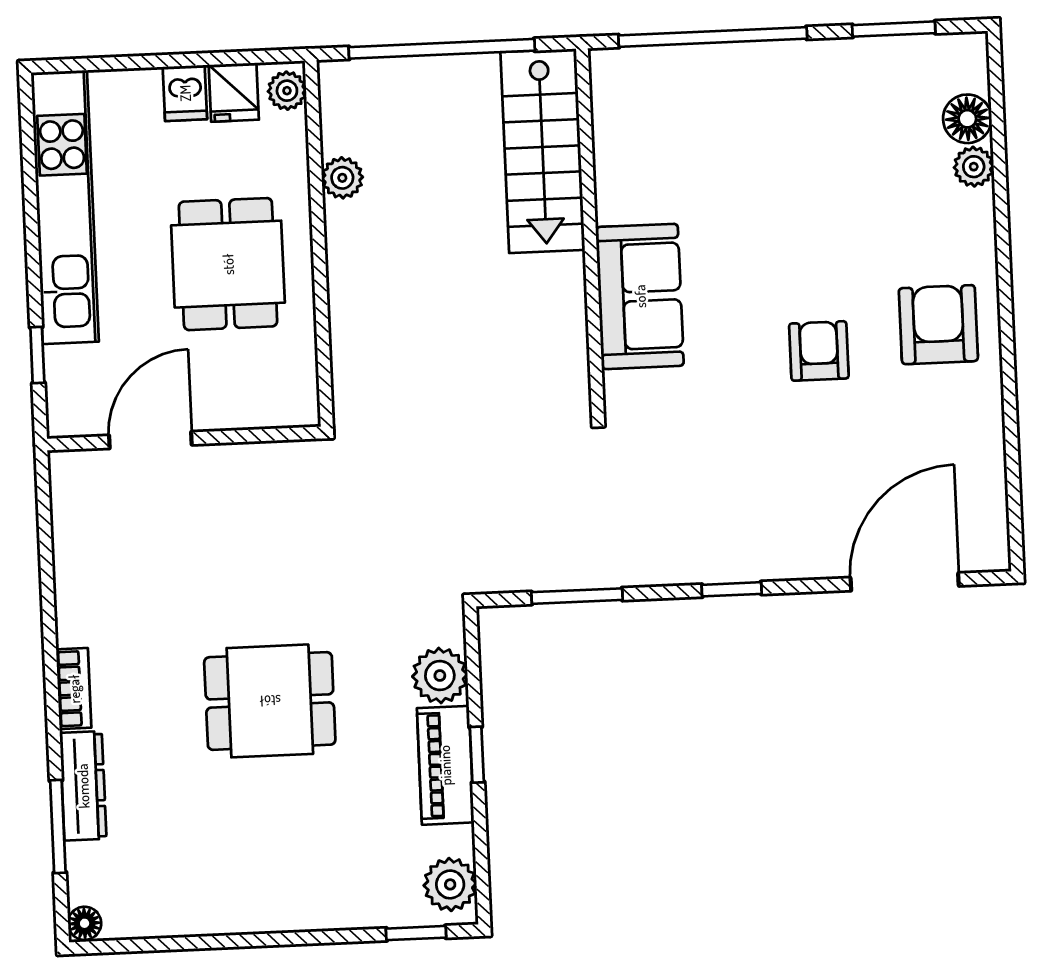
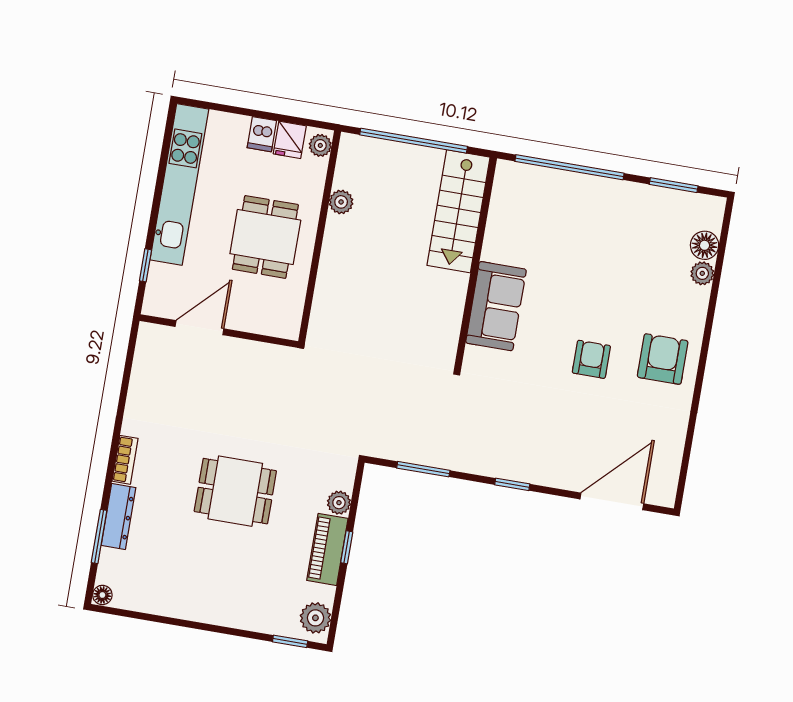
plant: (440, 676) -> (339, 503), width x0.73, depth x0.73

